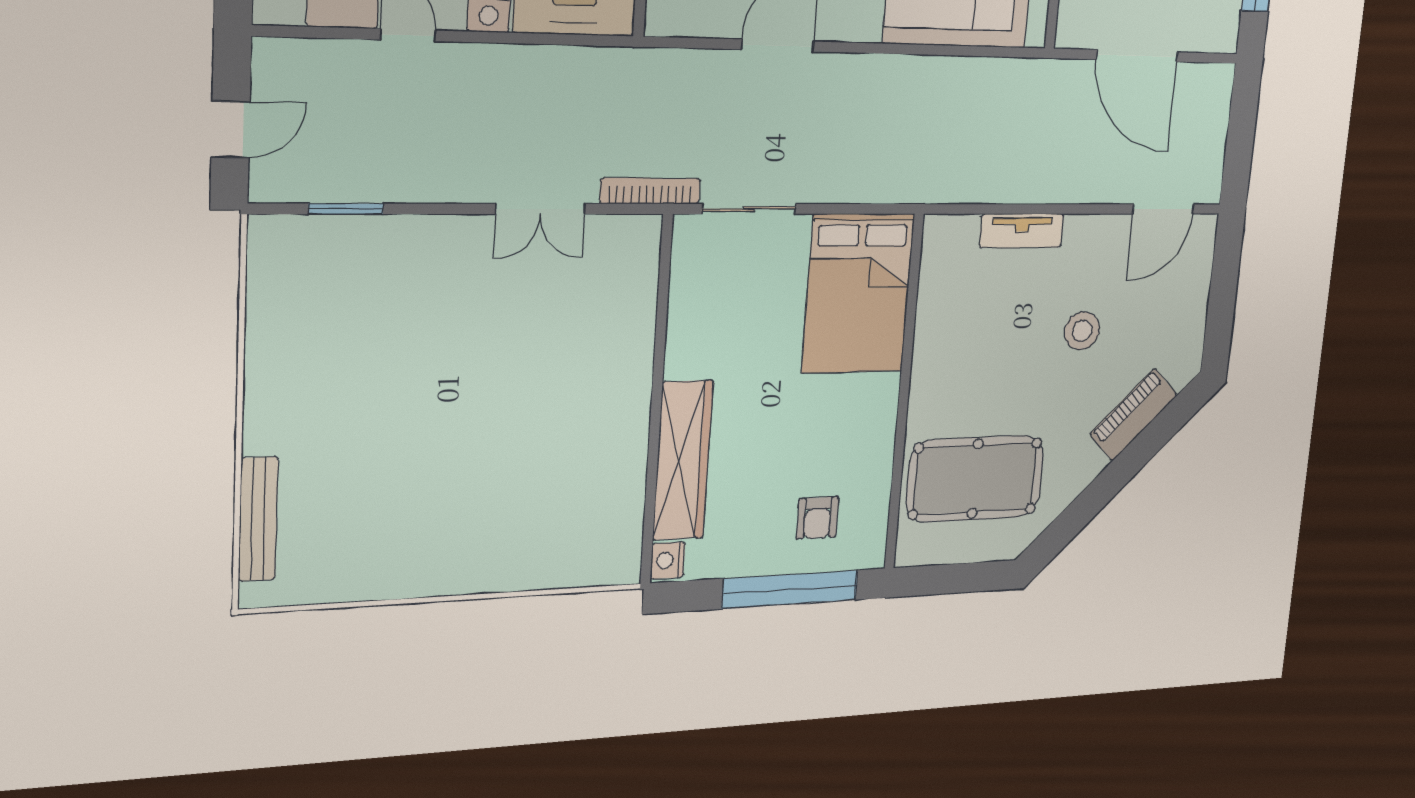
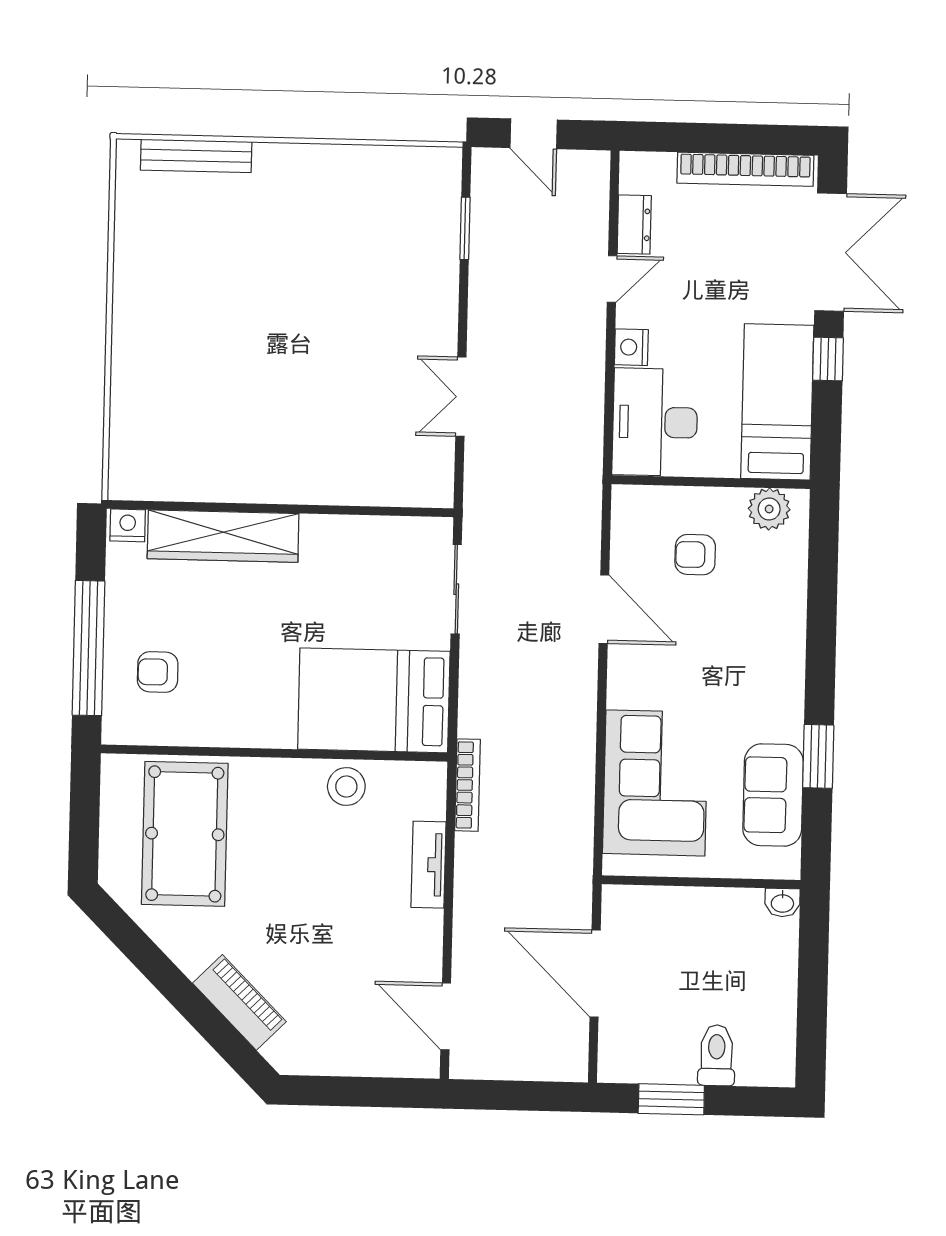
door: (1137, 56) -> (595, 974), hinge flipped
bookcase: (650, 191) -> (468, 785), moved
stool: (1082, 331) -> (346, 786), moved

